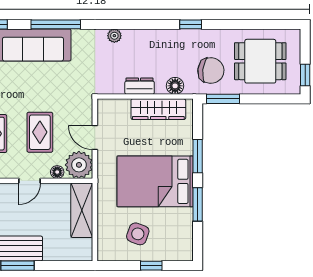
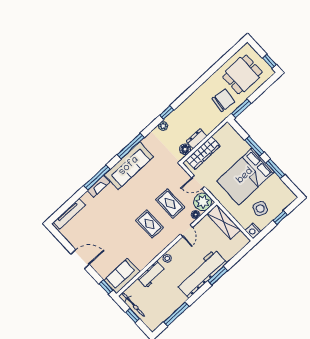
window: (191, 24) -> (167, 113), moved
floor lamp: (175, 86) -> (185, 149), moved
wardrobe: (158, 109) -> (203, 153), moved
nightstand: (106, 252) -> (253, 231), added

